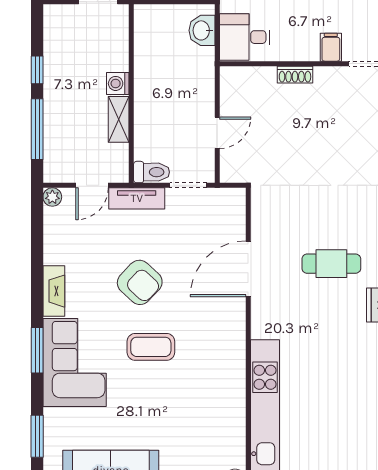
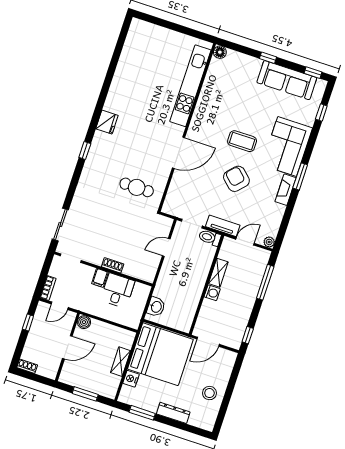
desk: (245, 37) -> (118, 291), moved, turned -90
filing cabinet: (331, 47) -> (100, 278), moved
window: (37, 70) -> (248, 335), moved
cafe table: (331, 264) -> (137, 187), moved
door: (248, 269) -> (178, 153), moved
window: (37, 350) -> (300, 176), moved
window: (37, 436) -> (321, 113), width x0.67

